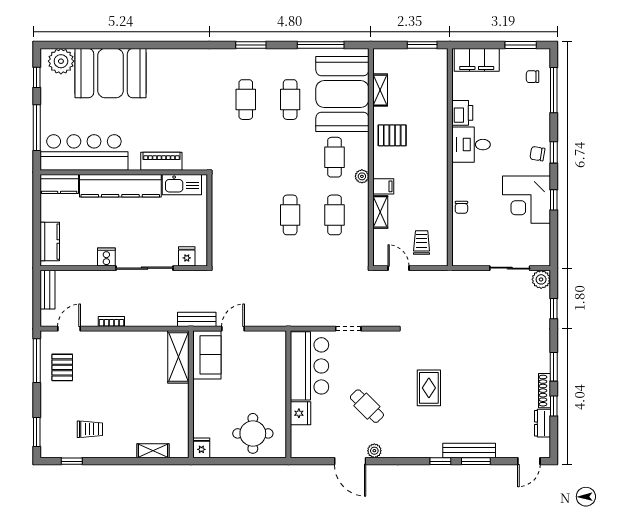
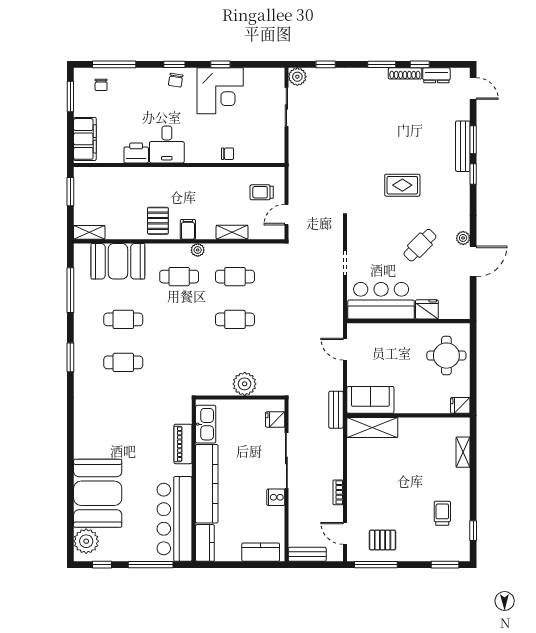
shelving: (380, 90) -> (89, 232), moved
booth: (342, 94) -> (118, 261), width x0.73, depth x0.70
filing cabinet: (383, 186) -> (188, 229), moved
plant: (224, 225) -> (245, 384), added
door: (233, 329) -> (345, 349), moved

